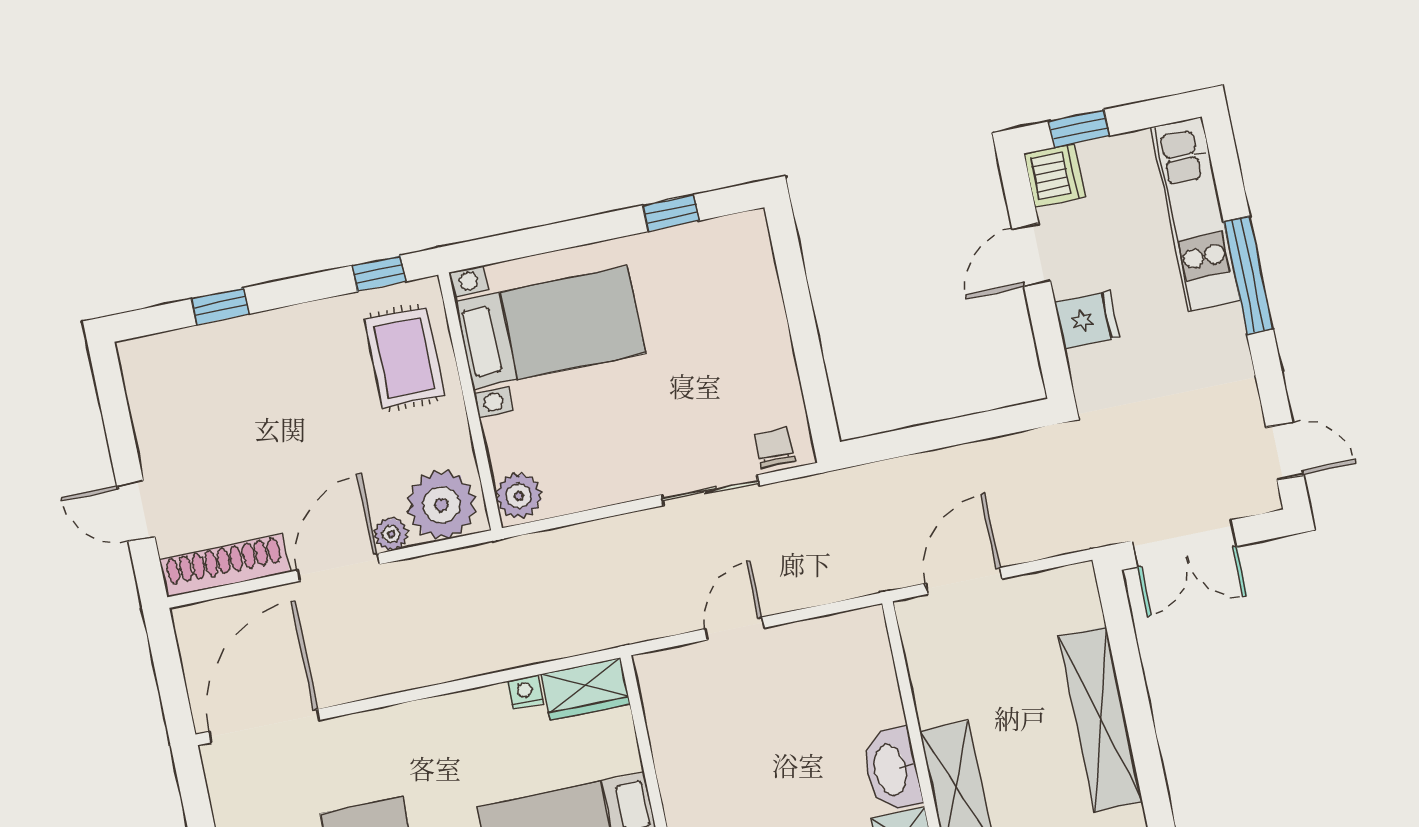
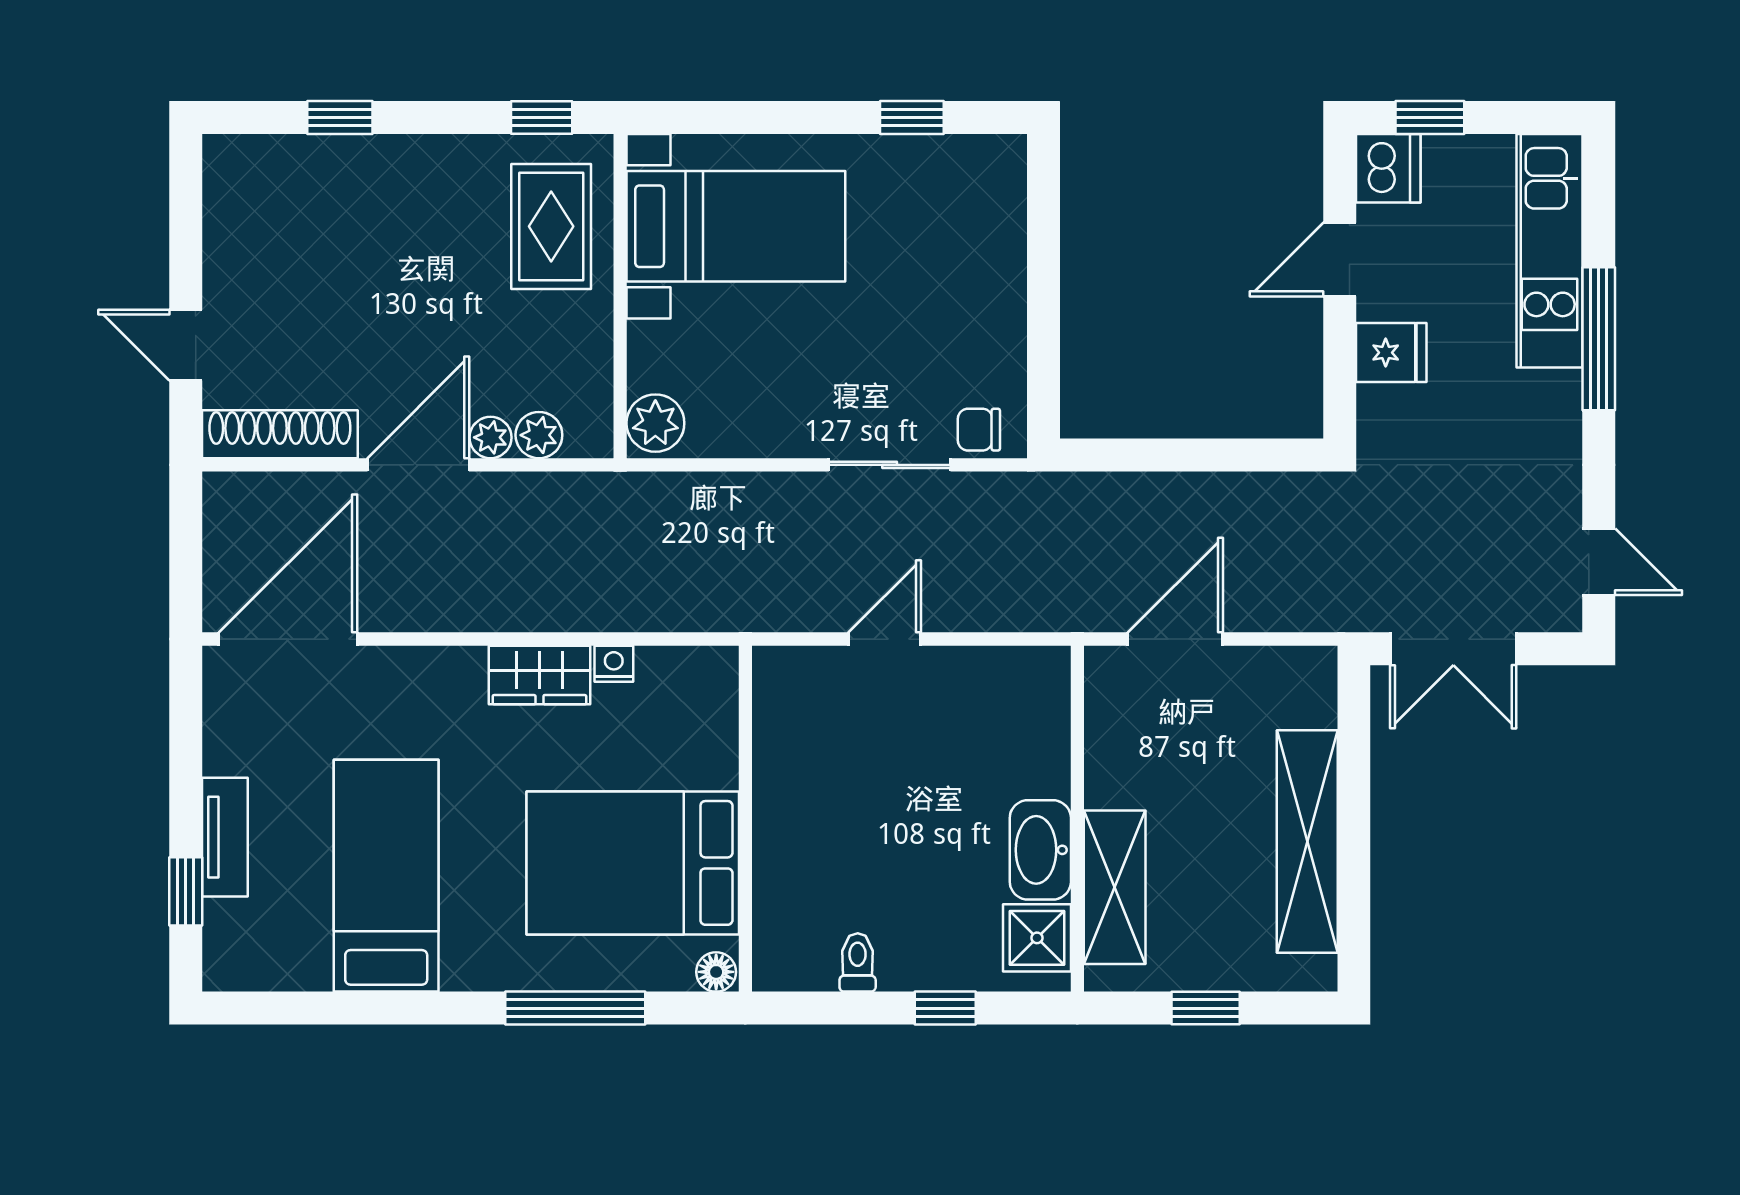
chair: (775, 448) -> (979, 430), turned -90
plant: (441, 505) -> (539, 435), width x0.53, depth x0.53
wardrobe: (585, 689) -> (539, 675), moved

